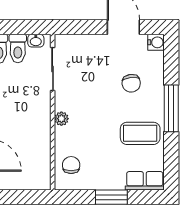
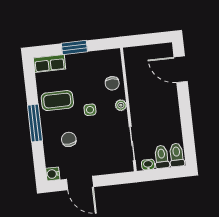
side table: (101, 117) -> (90, 110), added
chair: (71, 165) -> (112, 83), moved

